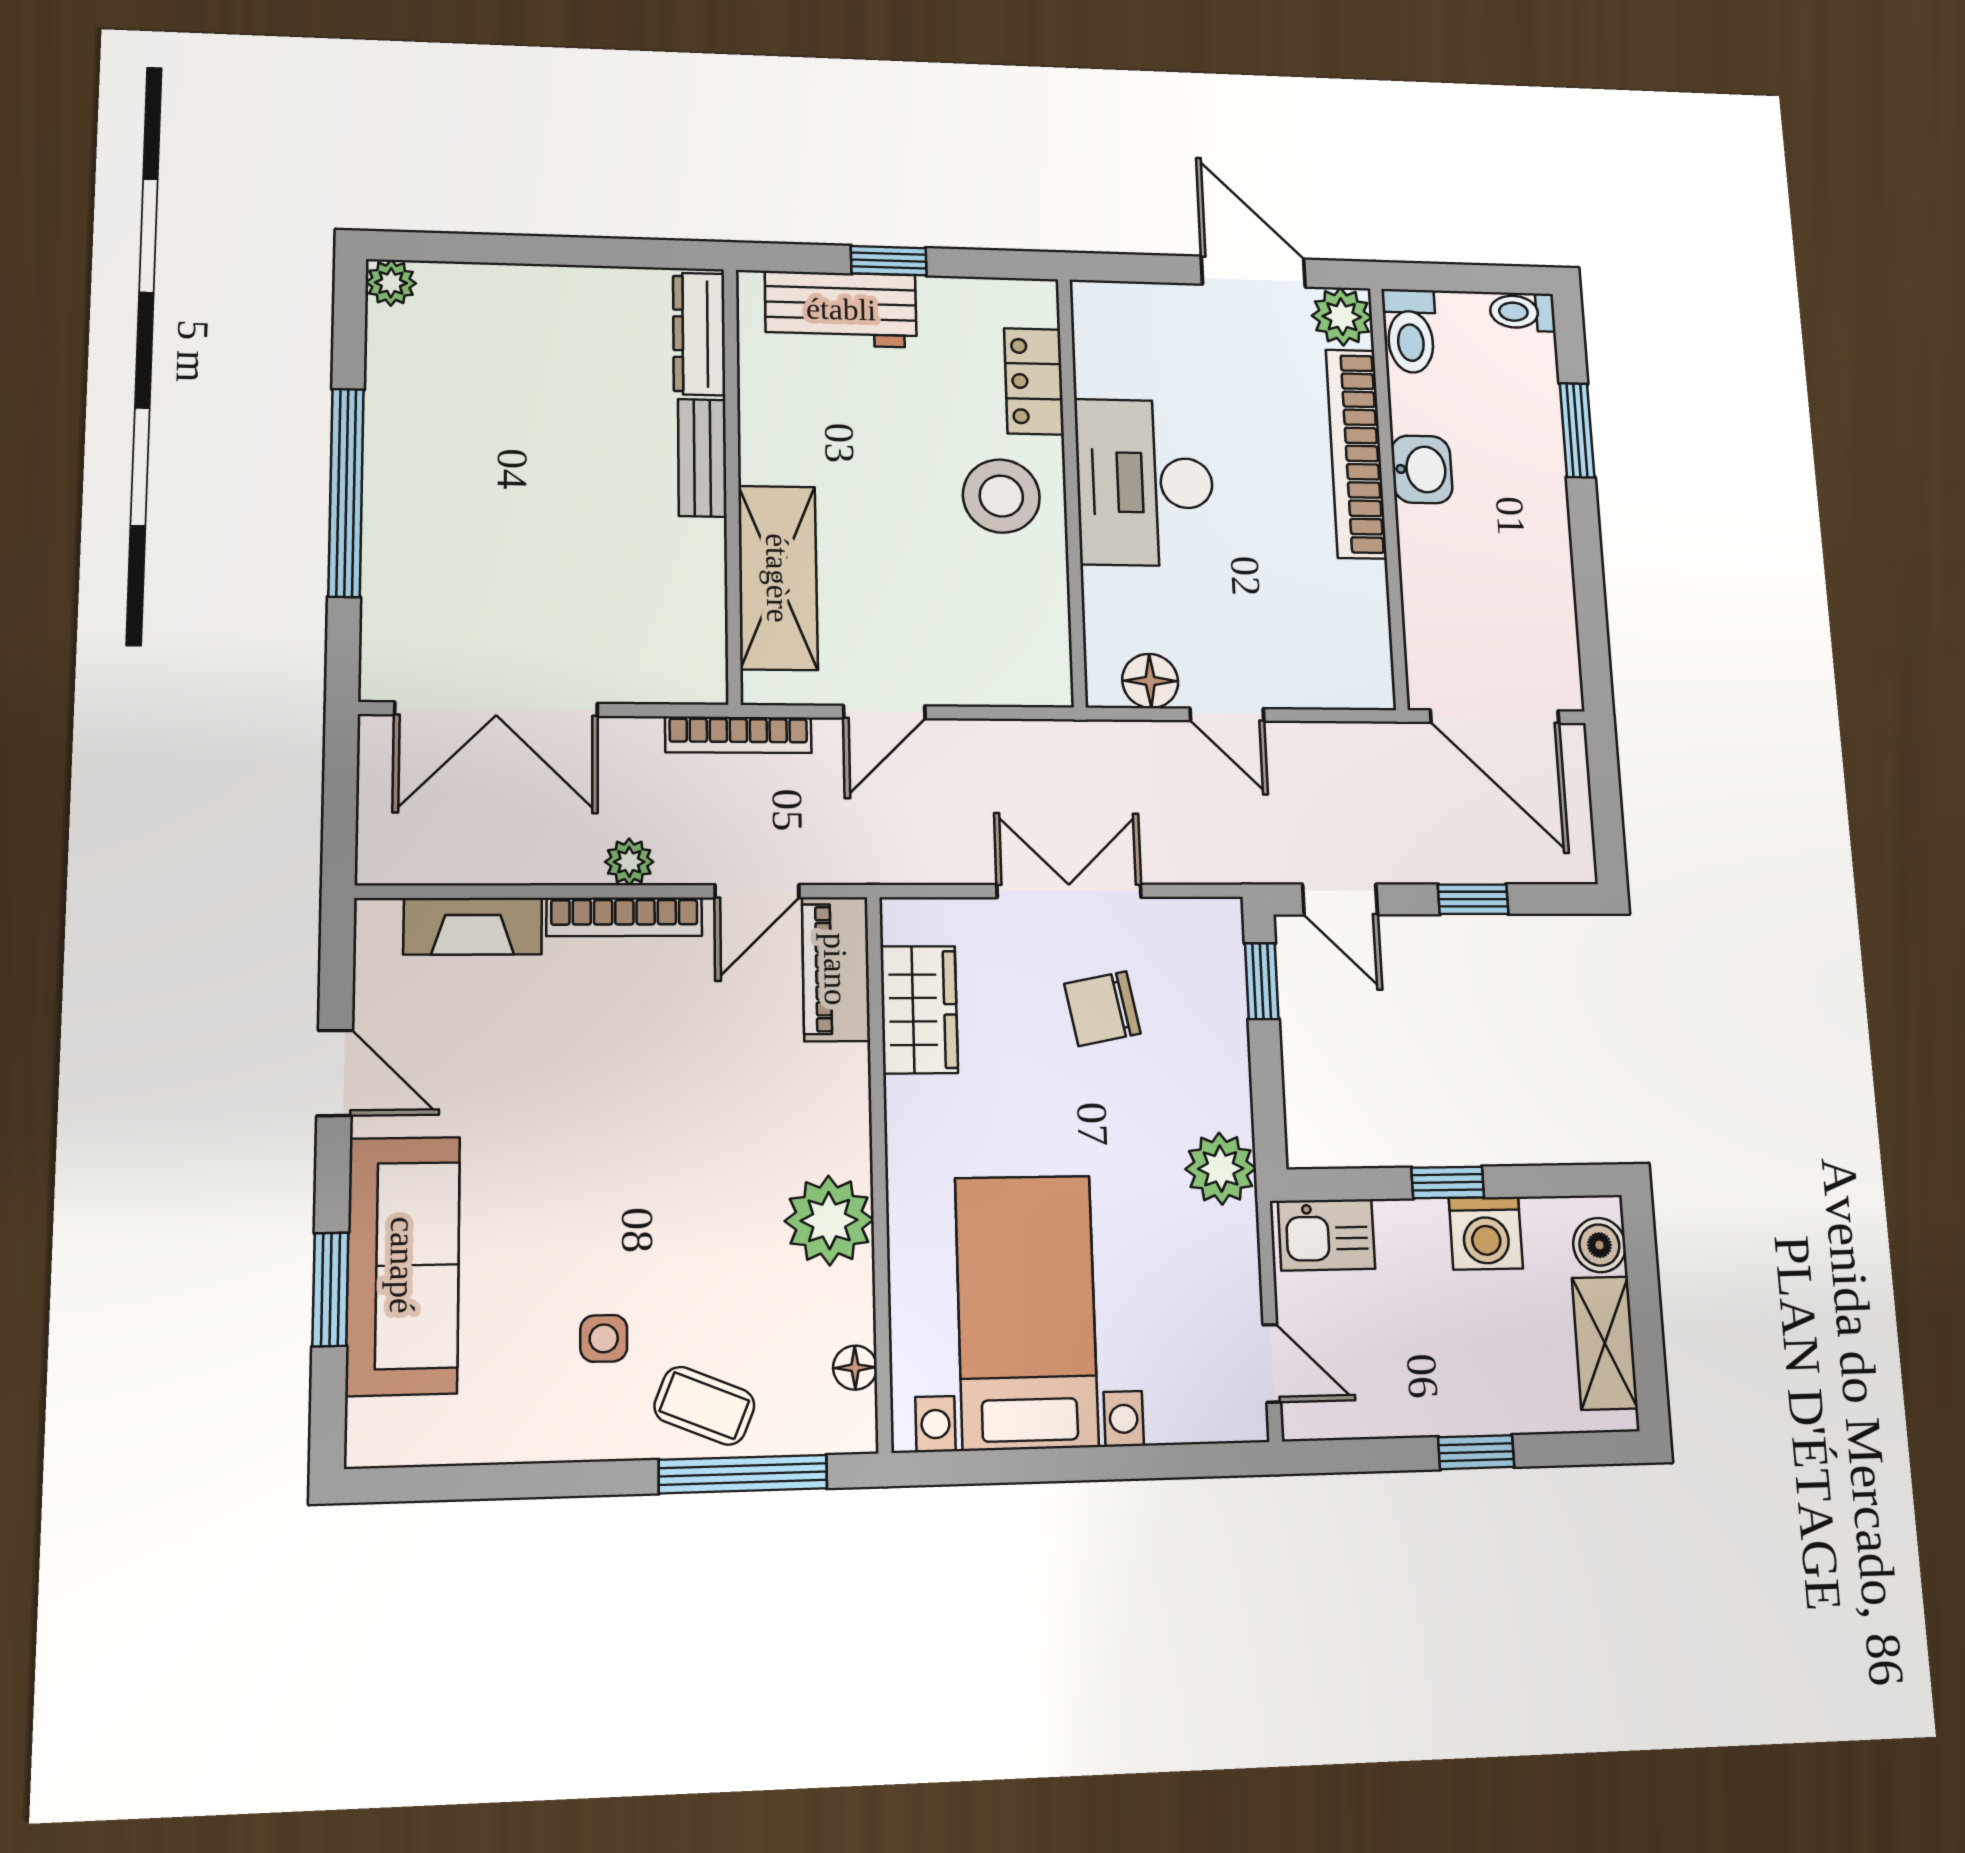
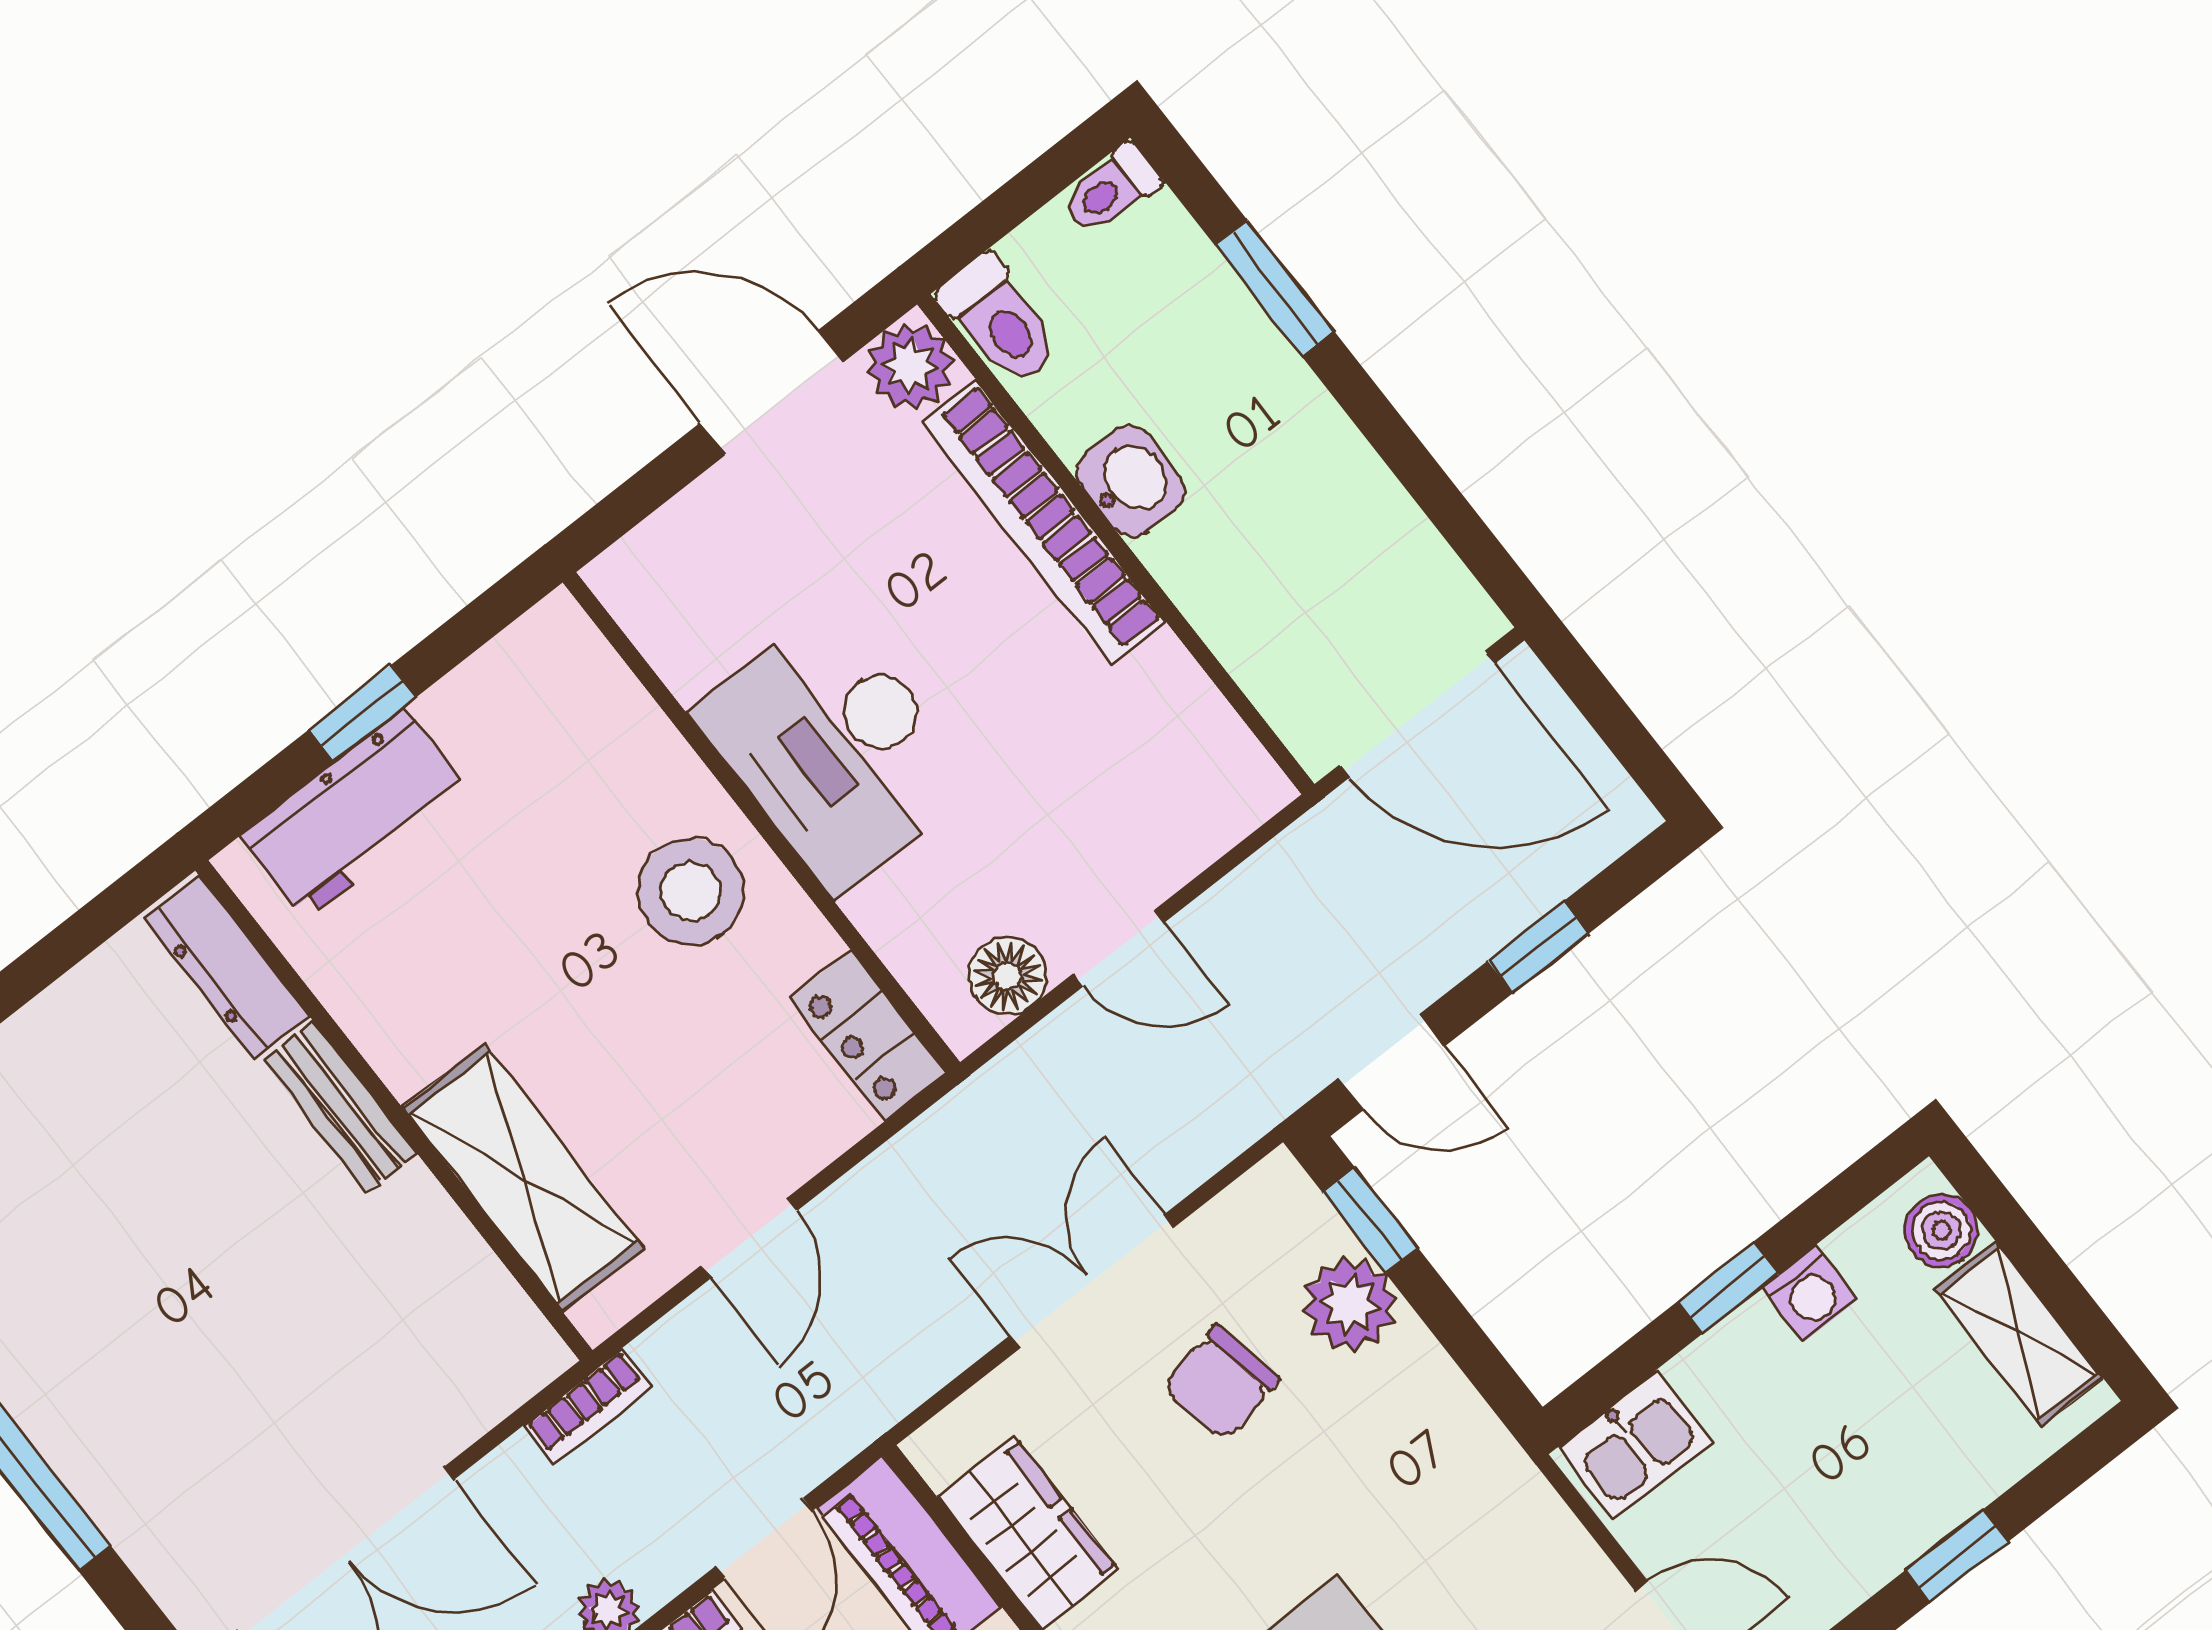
locker: (1034, 381) -> (868, 1035), moved
bookcase: (738, 735) -> (588, 1406), width x0.64
plant: (1221, 1169) -> (1350, 1304), moved
washing machine: (1486, 1233) -> (1810, 1294), width x0.73, depth x0.73

